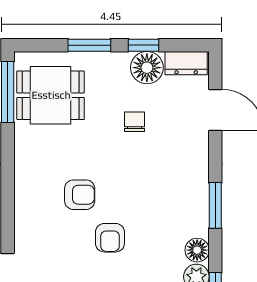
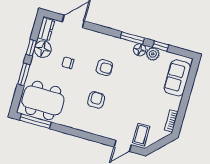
dining table: (51, 95) -> (43, 100), width x1.38
window: (215, 205) -> (132, 38), moved
armchair: (110, 238) -> (104, 68), moved

